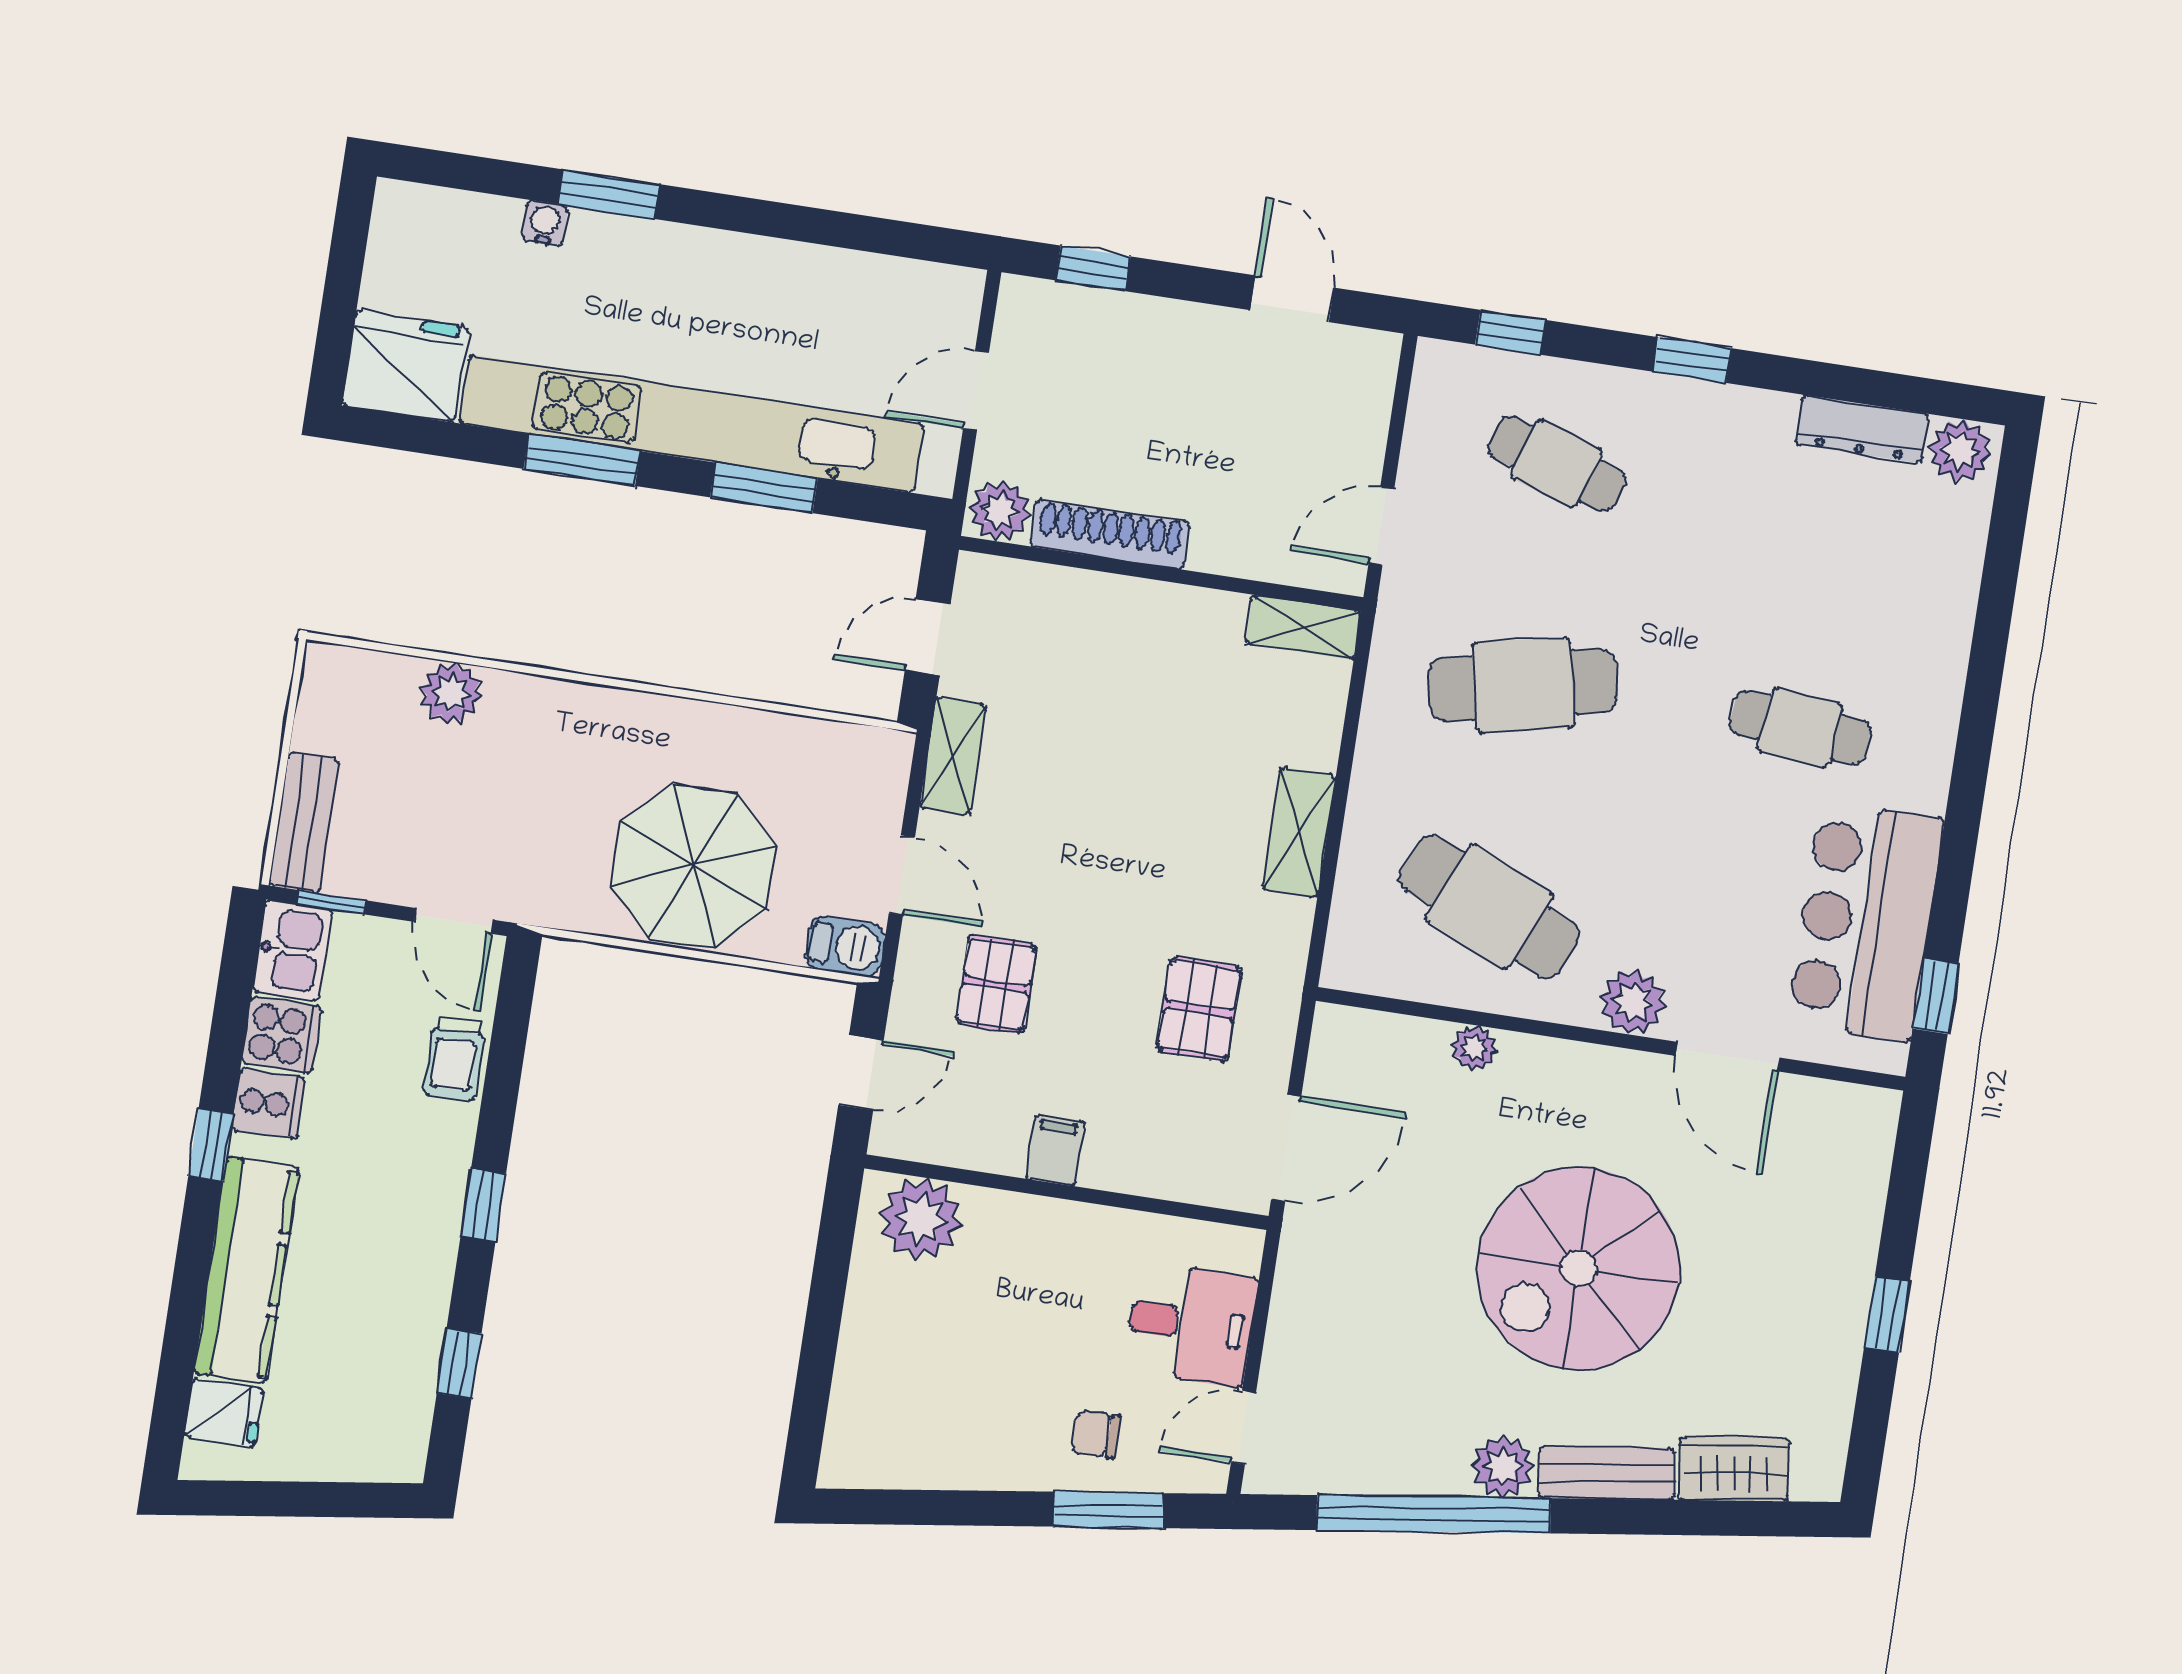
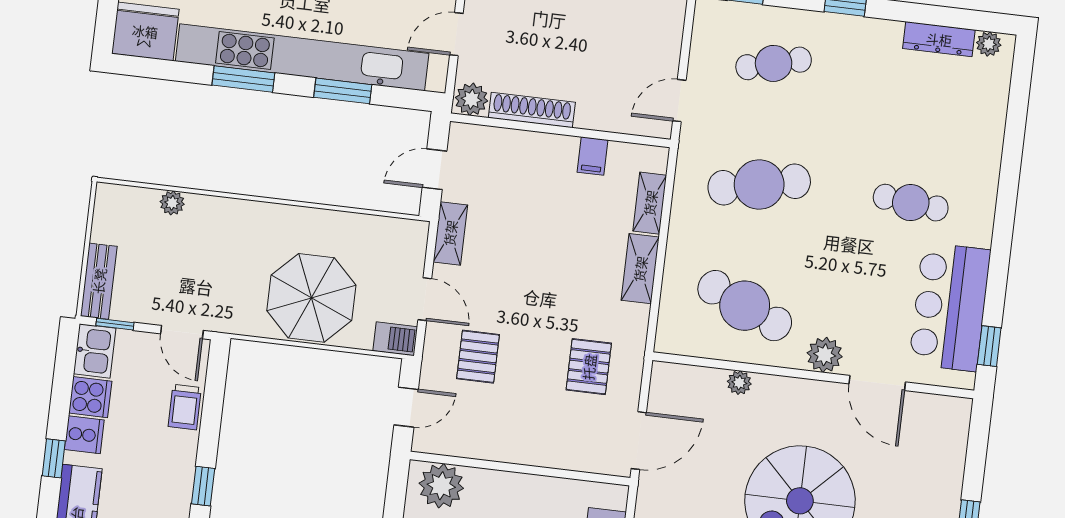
plant: (1960, 451) -> (989, 44), width x0.73, depth x0.73
cafe table: (1557, 464) -> (774, 63), turned -33
shelving: (1303, 627) -> (650, 203), moved, turned 90
plant: (451, 693) -> (172, 203), width x0.73, depth x0.73
filing cabinet: (1055, 1150) -> (592, 156), moved, turned 180

